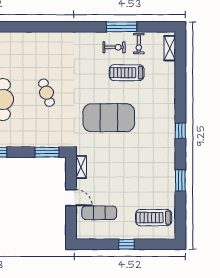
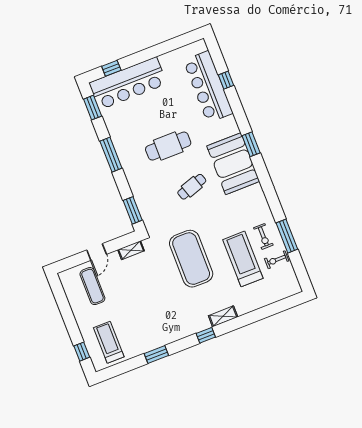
window: (30, 27) -> (251, 144), added
shelving: (170, 48) -> (223, 316), moved
booth: (40, 49) -> (233, 164), added
treadmill: (127, 73) -> (243, 259), width x1.37, depth x1.38
window: (127, 244) -> (82, 352), moved

